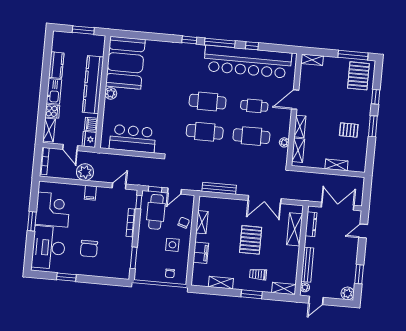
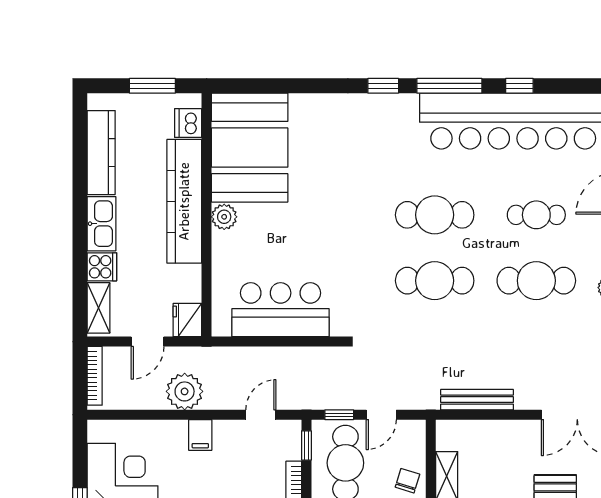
kitchen counter: (56, 65) -> (101, 153), width x1.50
dishwasher: (91, 124) -> (188, 123), moved
door: (70, 148) -> (148, 342), hinge flipped

